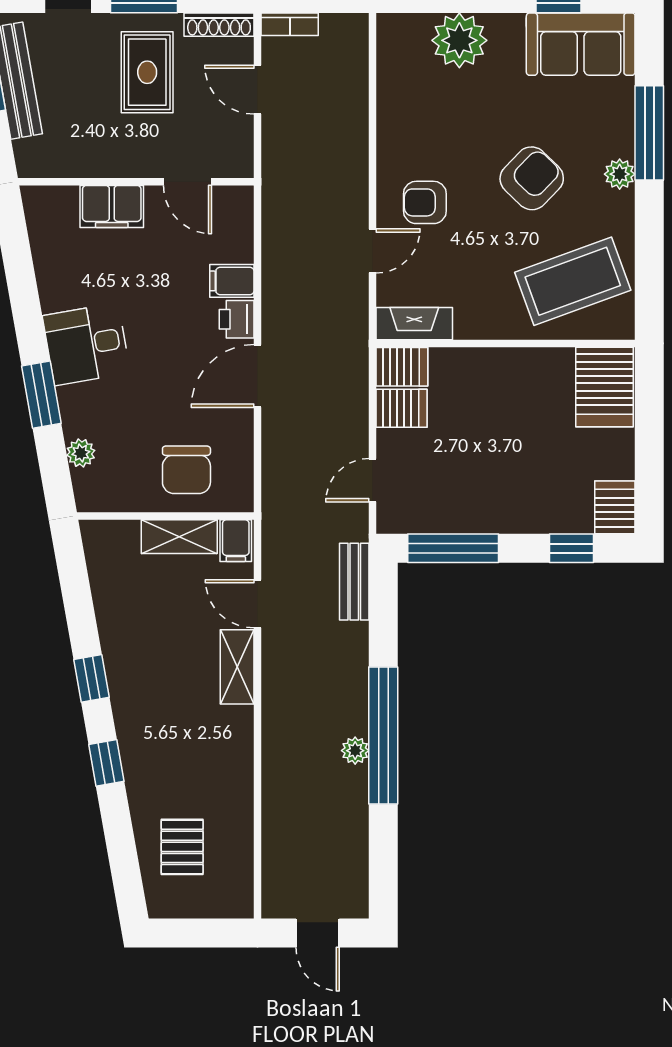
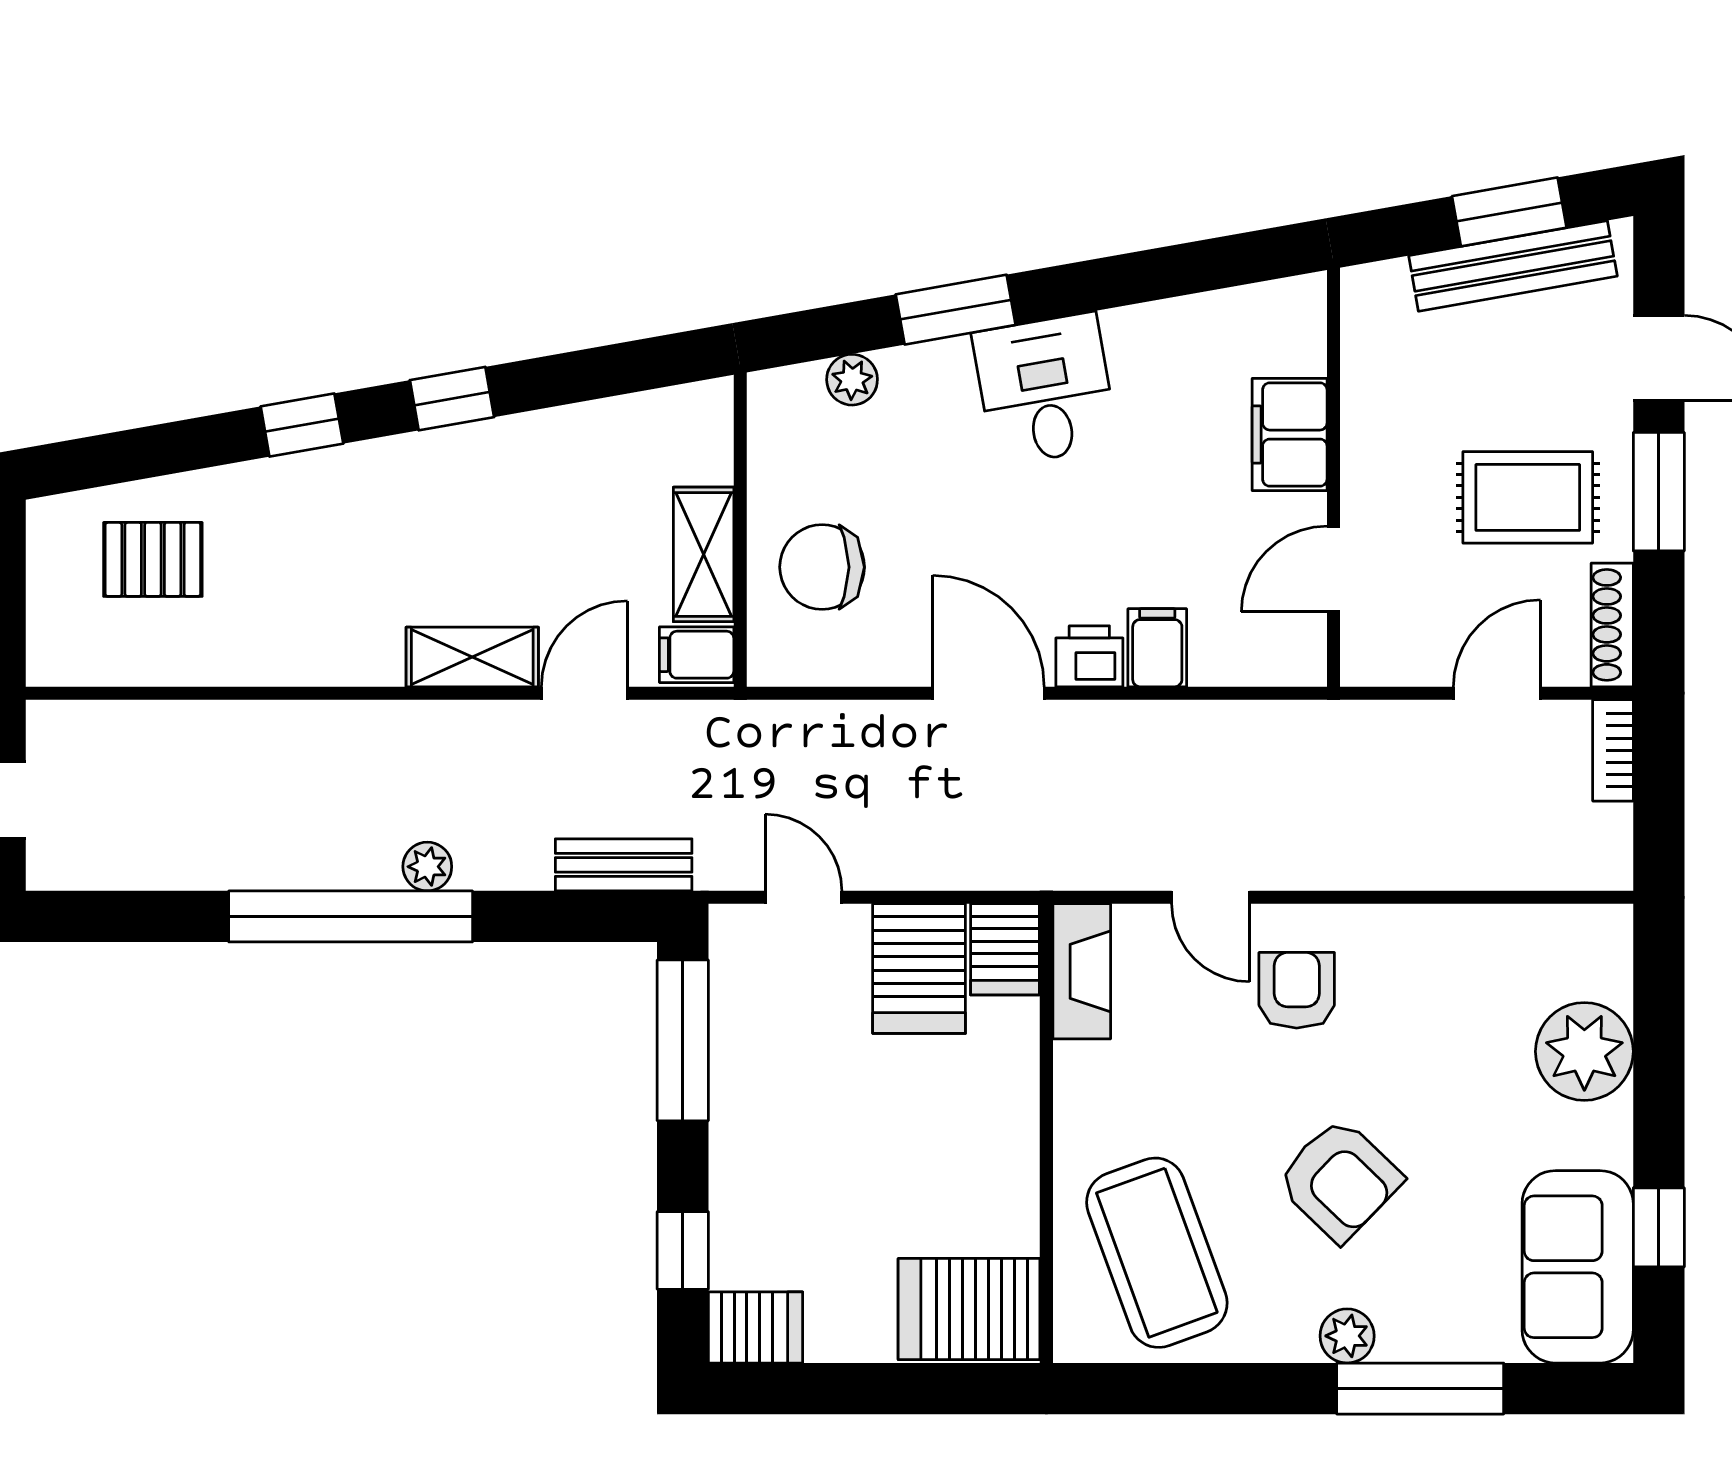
server rack: (402, 408) -> (919, 969), width x1.36, depth x1.44
plant: (355, 751) -> (427, 867), moved

